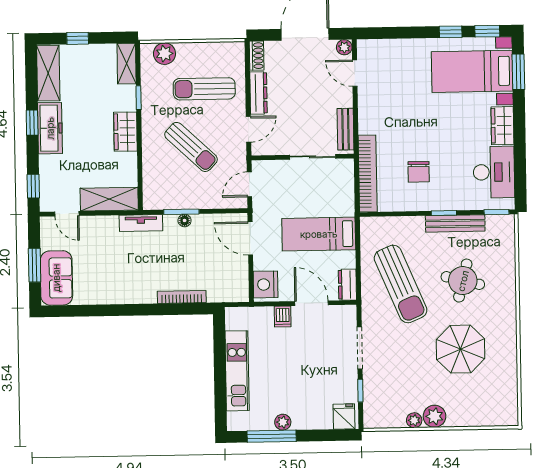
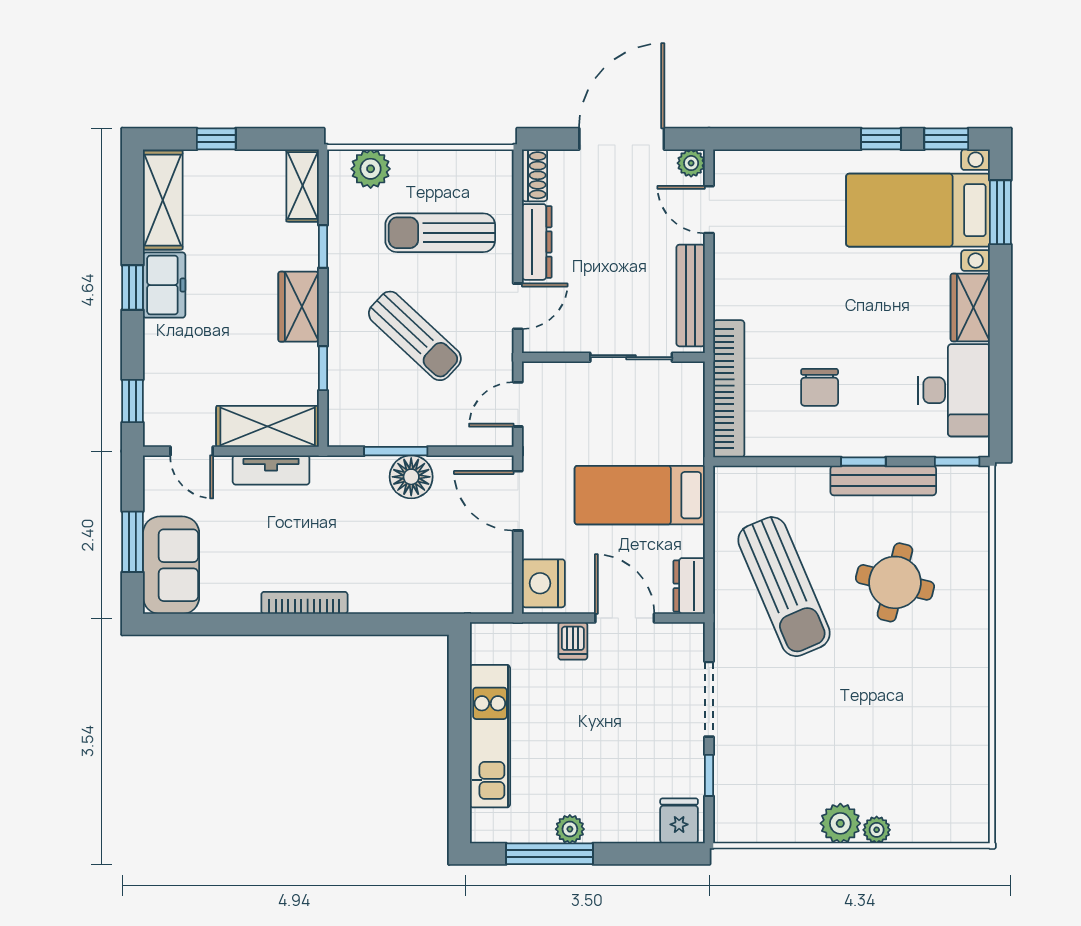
freezer: (50, 128) -> (164, 285), width x0.71
bench: (345, 129) -> (691, 295), width x1.36
window: (140, 166) -> (323, 368), added
floor lamp: (185, 220) -> (411, 477), width x1.89, depth x1.89
tv unit: (141, 223) -> (271, 470), moved
bookcase: (182, 297) -> (304, 603), moved
parasol: (460, 349) -> (889, 704), removed
plant: (414, 420) -> (877, 830), moved

